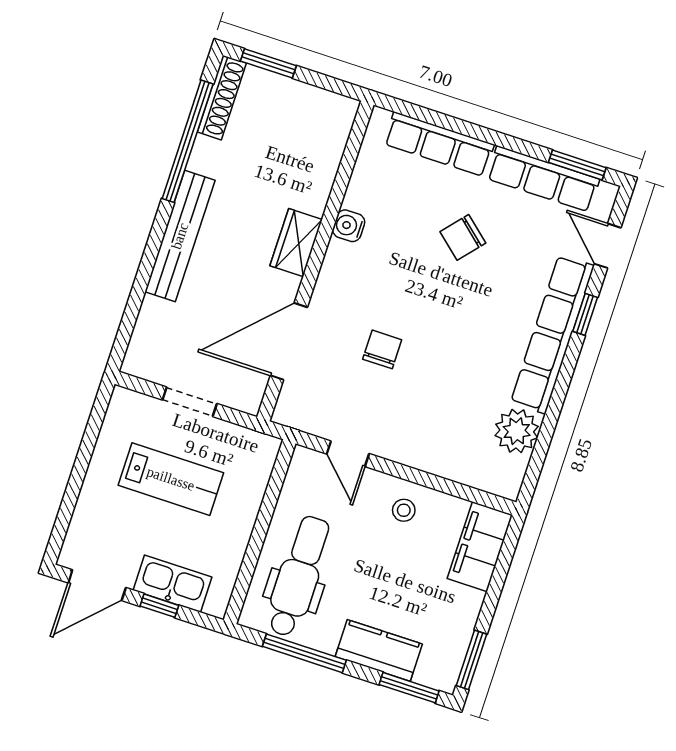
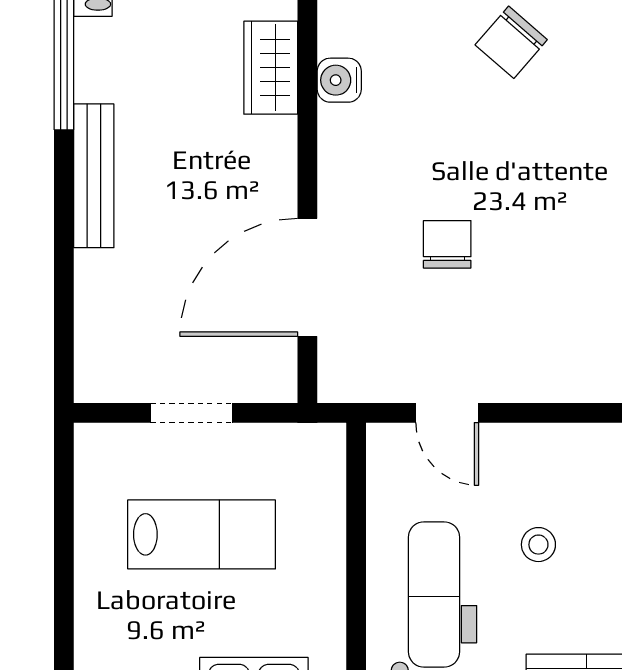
bench: (180, 236) -> (94, 176), width x0.73, depth x0.82
wardrobe: (296, 243) -> (271, 68), moved
stool: (404, 510) -> (538, 545), moved

